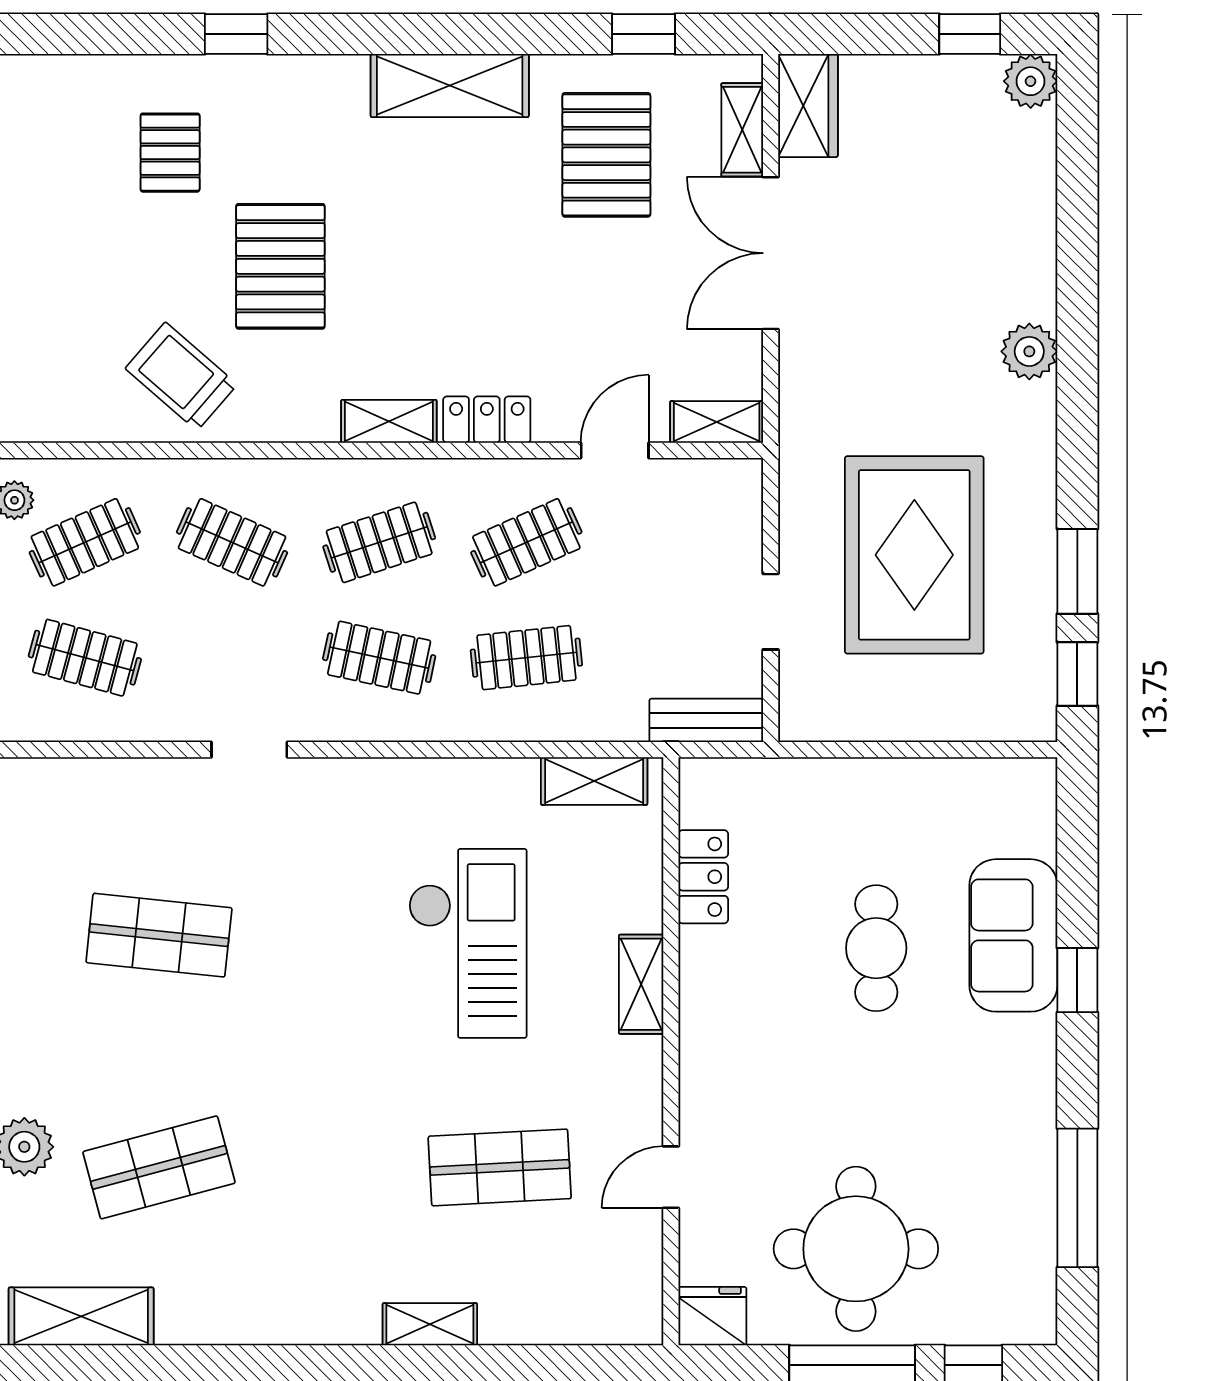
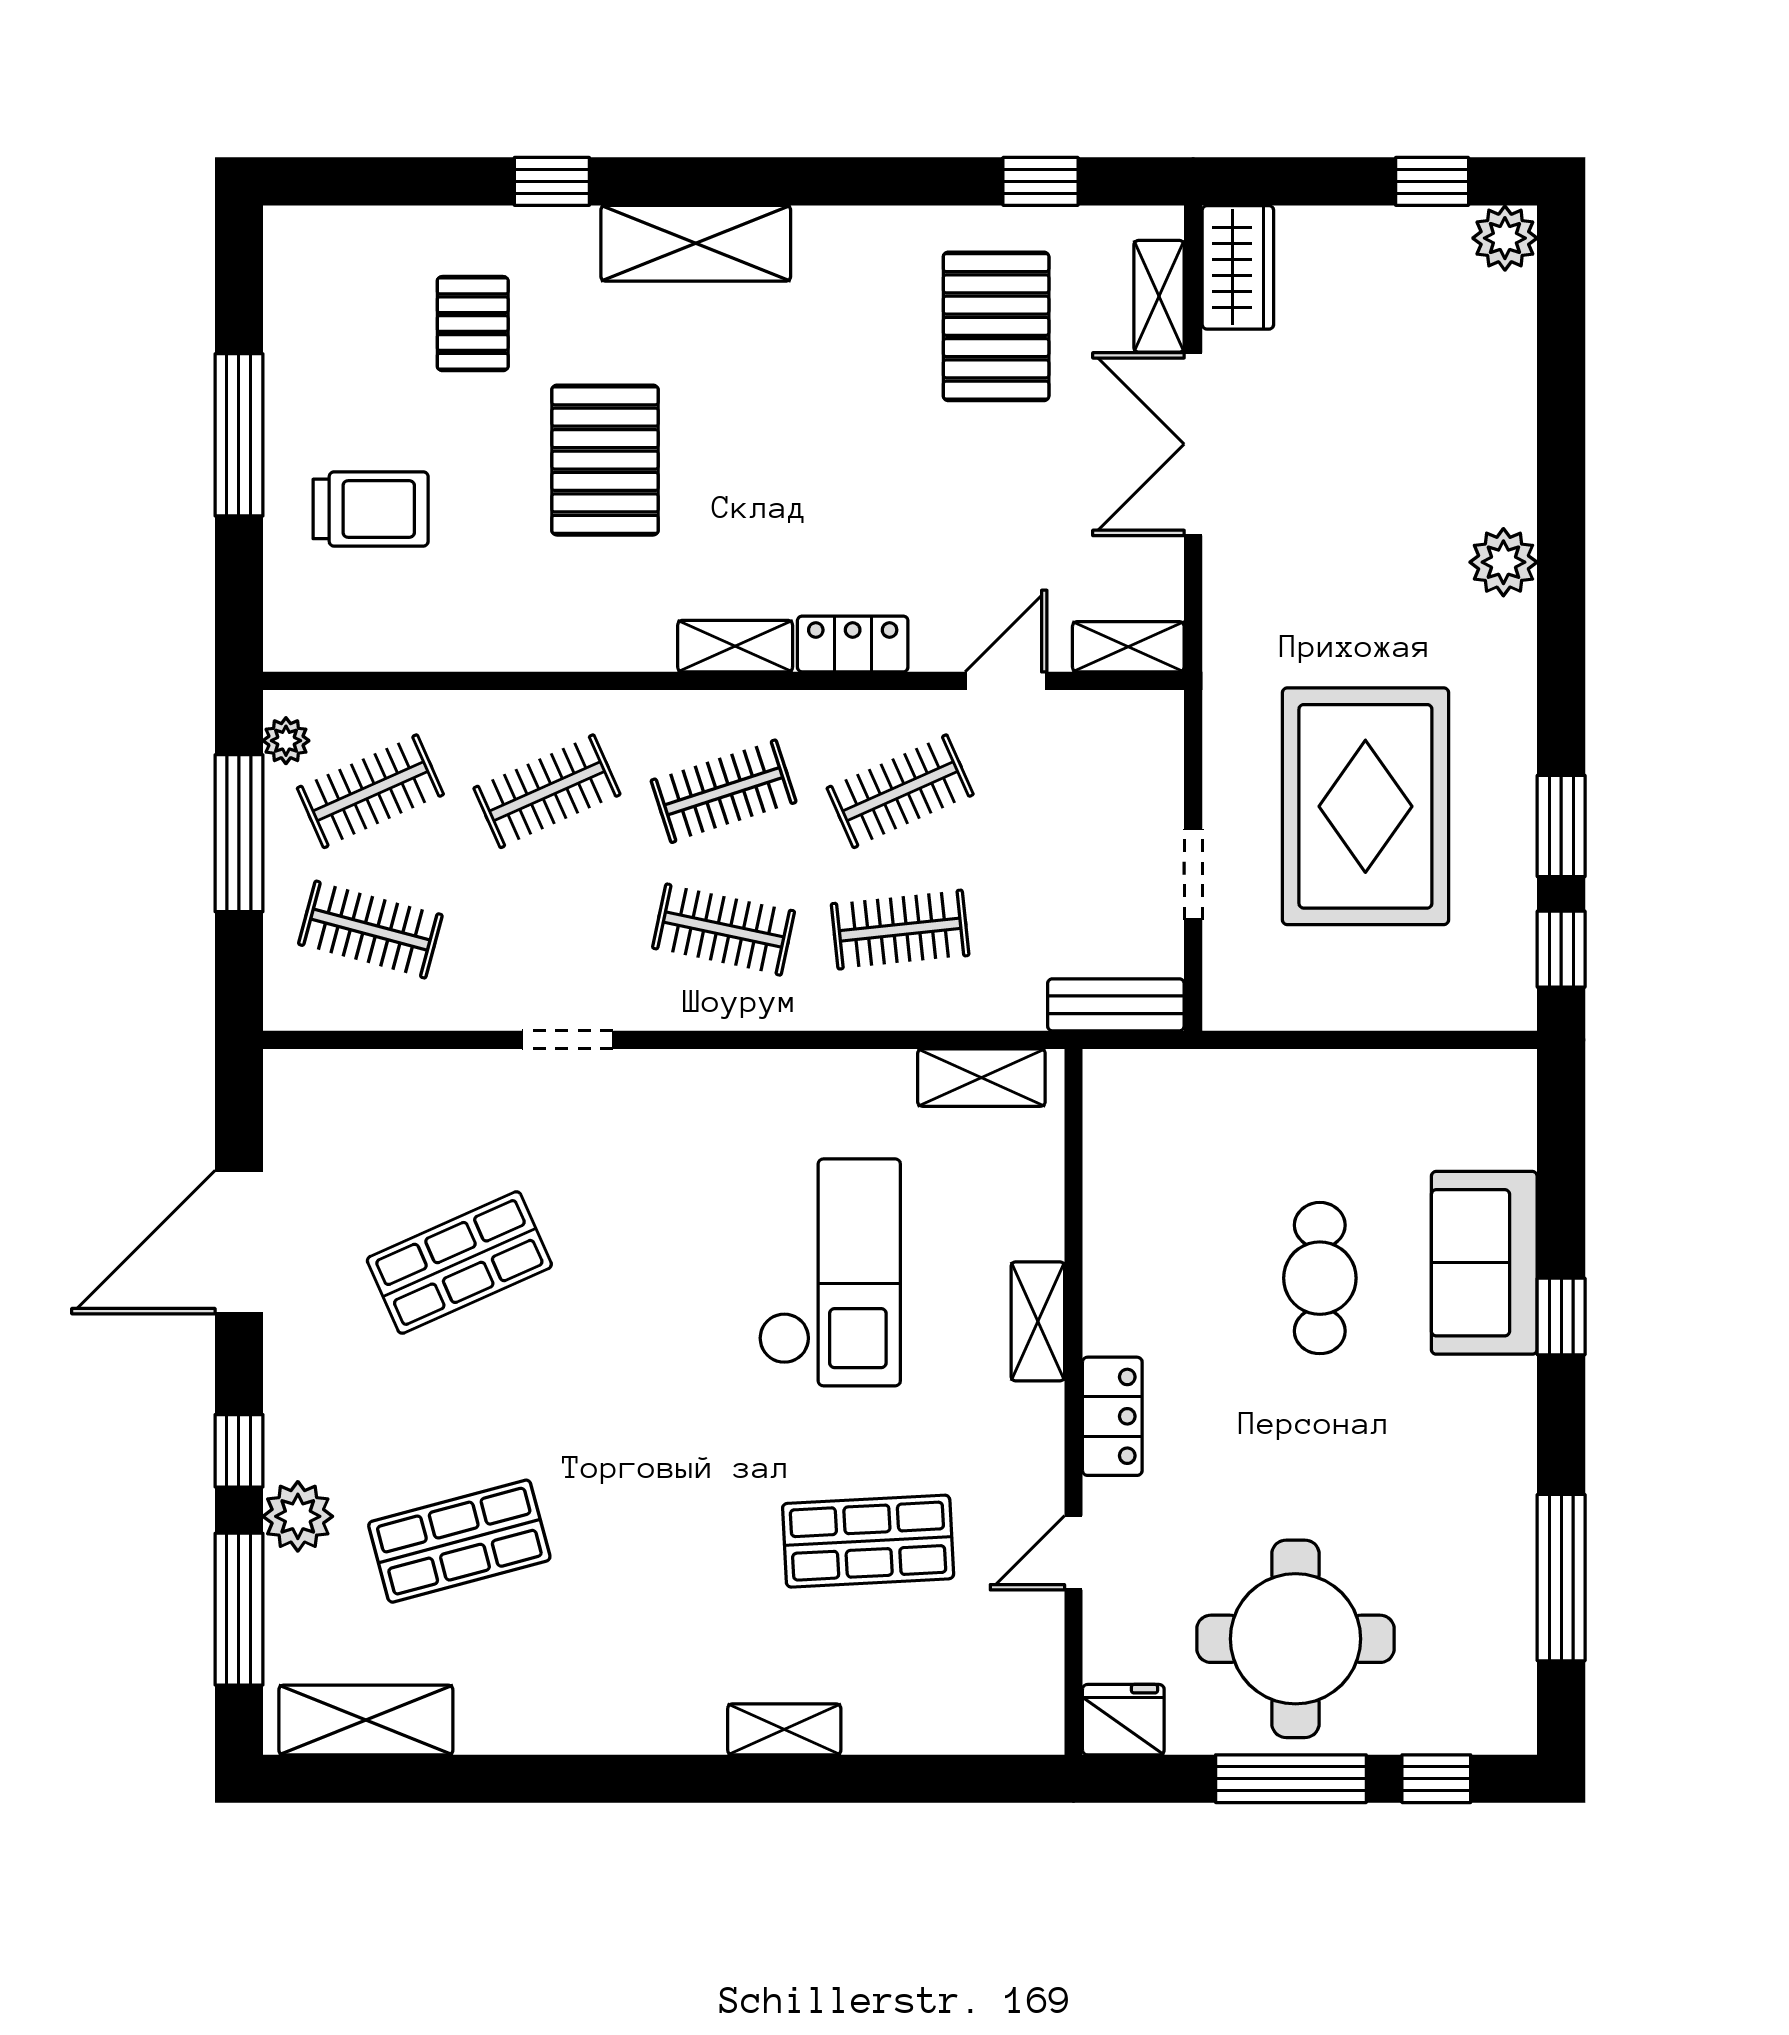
shelving: (450, 86) -> (696, 243), moved
trolley: (181, 376) -> (371, 509), moved, turned 139
clothes rail: (232, 542) -> (547, 791), turned -48
locker: (703, 877) -> (1112, 1416), moved
shop shelf: (159, 935) -> (459, 1262), turned -30

